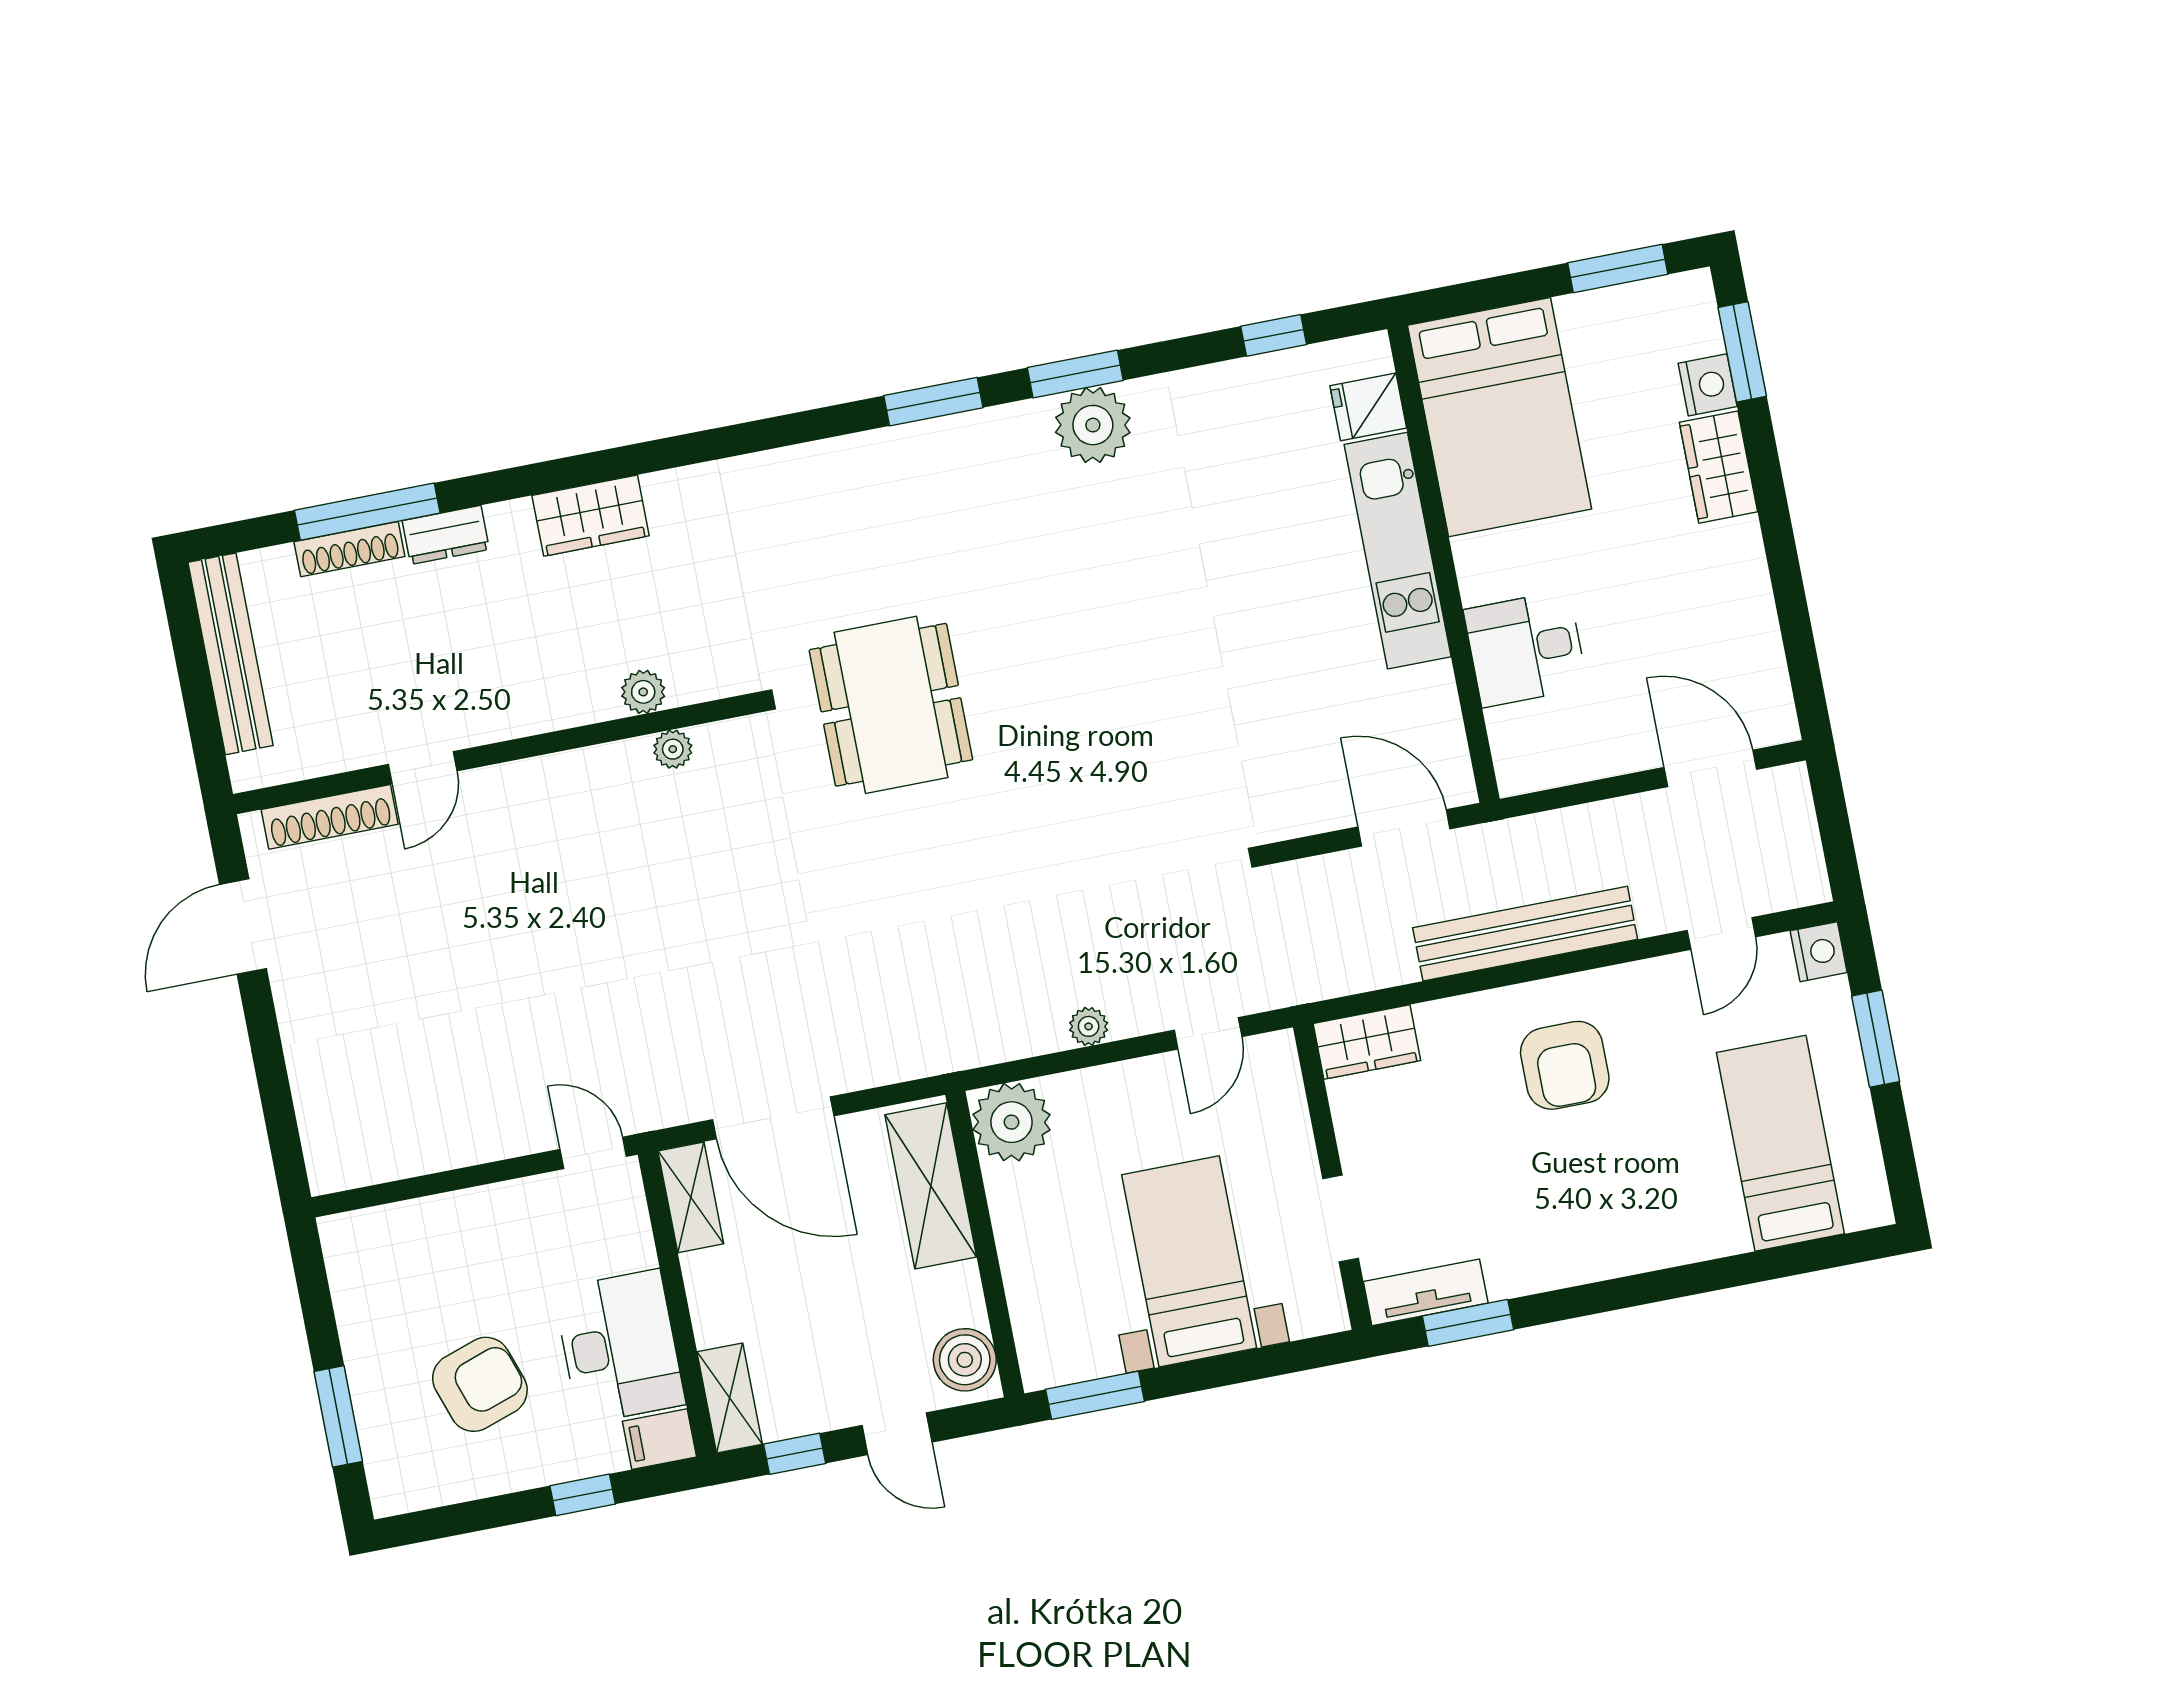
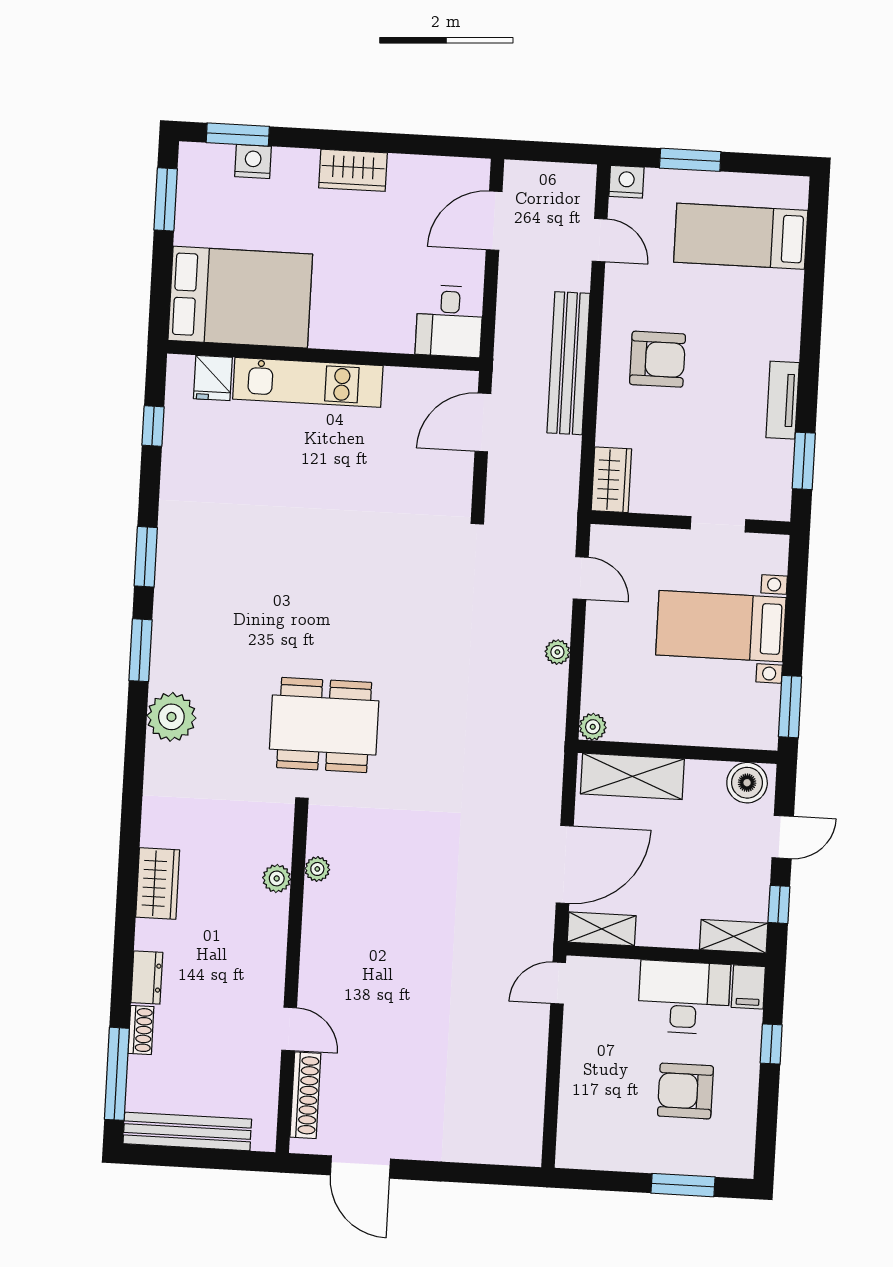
plant: (1093, 425) -> (171, 717), moved
wardrobe: (1718, 467) -> (353, 170), moved
window: (367, 512) -> (117, 1074), moved
shoe rack: (349, 549) -> (141, 1030), width x0.70
desk: (1526, 649) -> (449, 321), moved
plant: (1012, 1122) -> (593, 727), width x0.53, depth x0.53
tv unit: (1426, 1292) -> (783, 400), moved
armchair: (480, 1384) -> (685, 1091), turned -71

